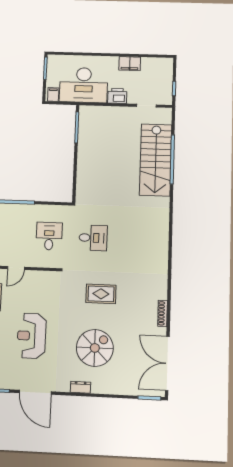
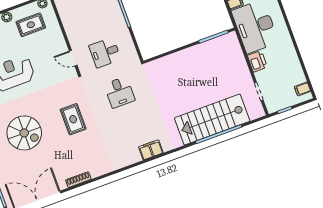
filing cabinet: (130, 64) -> (303, 89), moved, width x0.50
filing cabinet: (162, 230) -> (151, 150), added
desk: (49, 236) -> (105, 53), turned 180
door: (16, 268) -> (73, 58), moved

